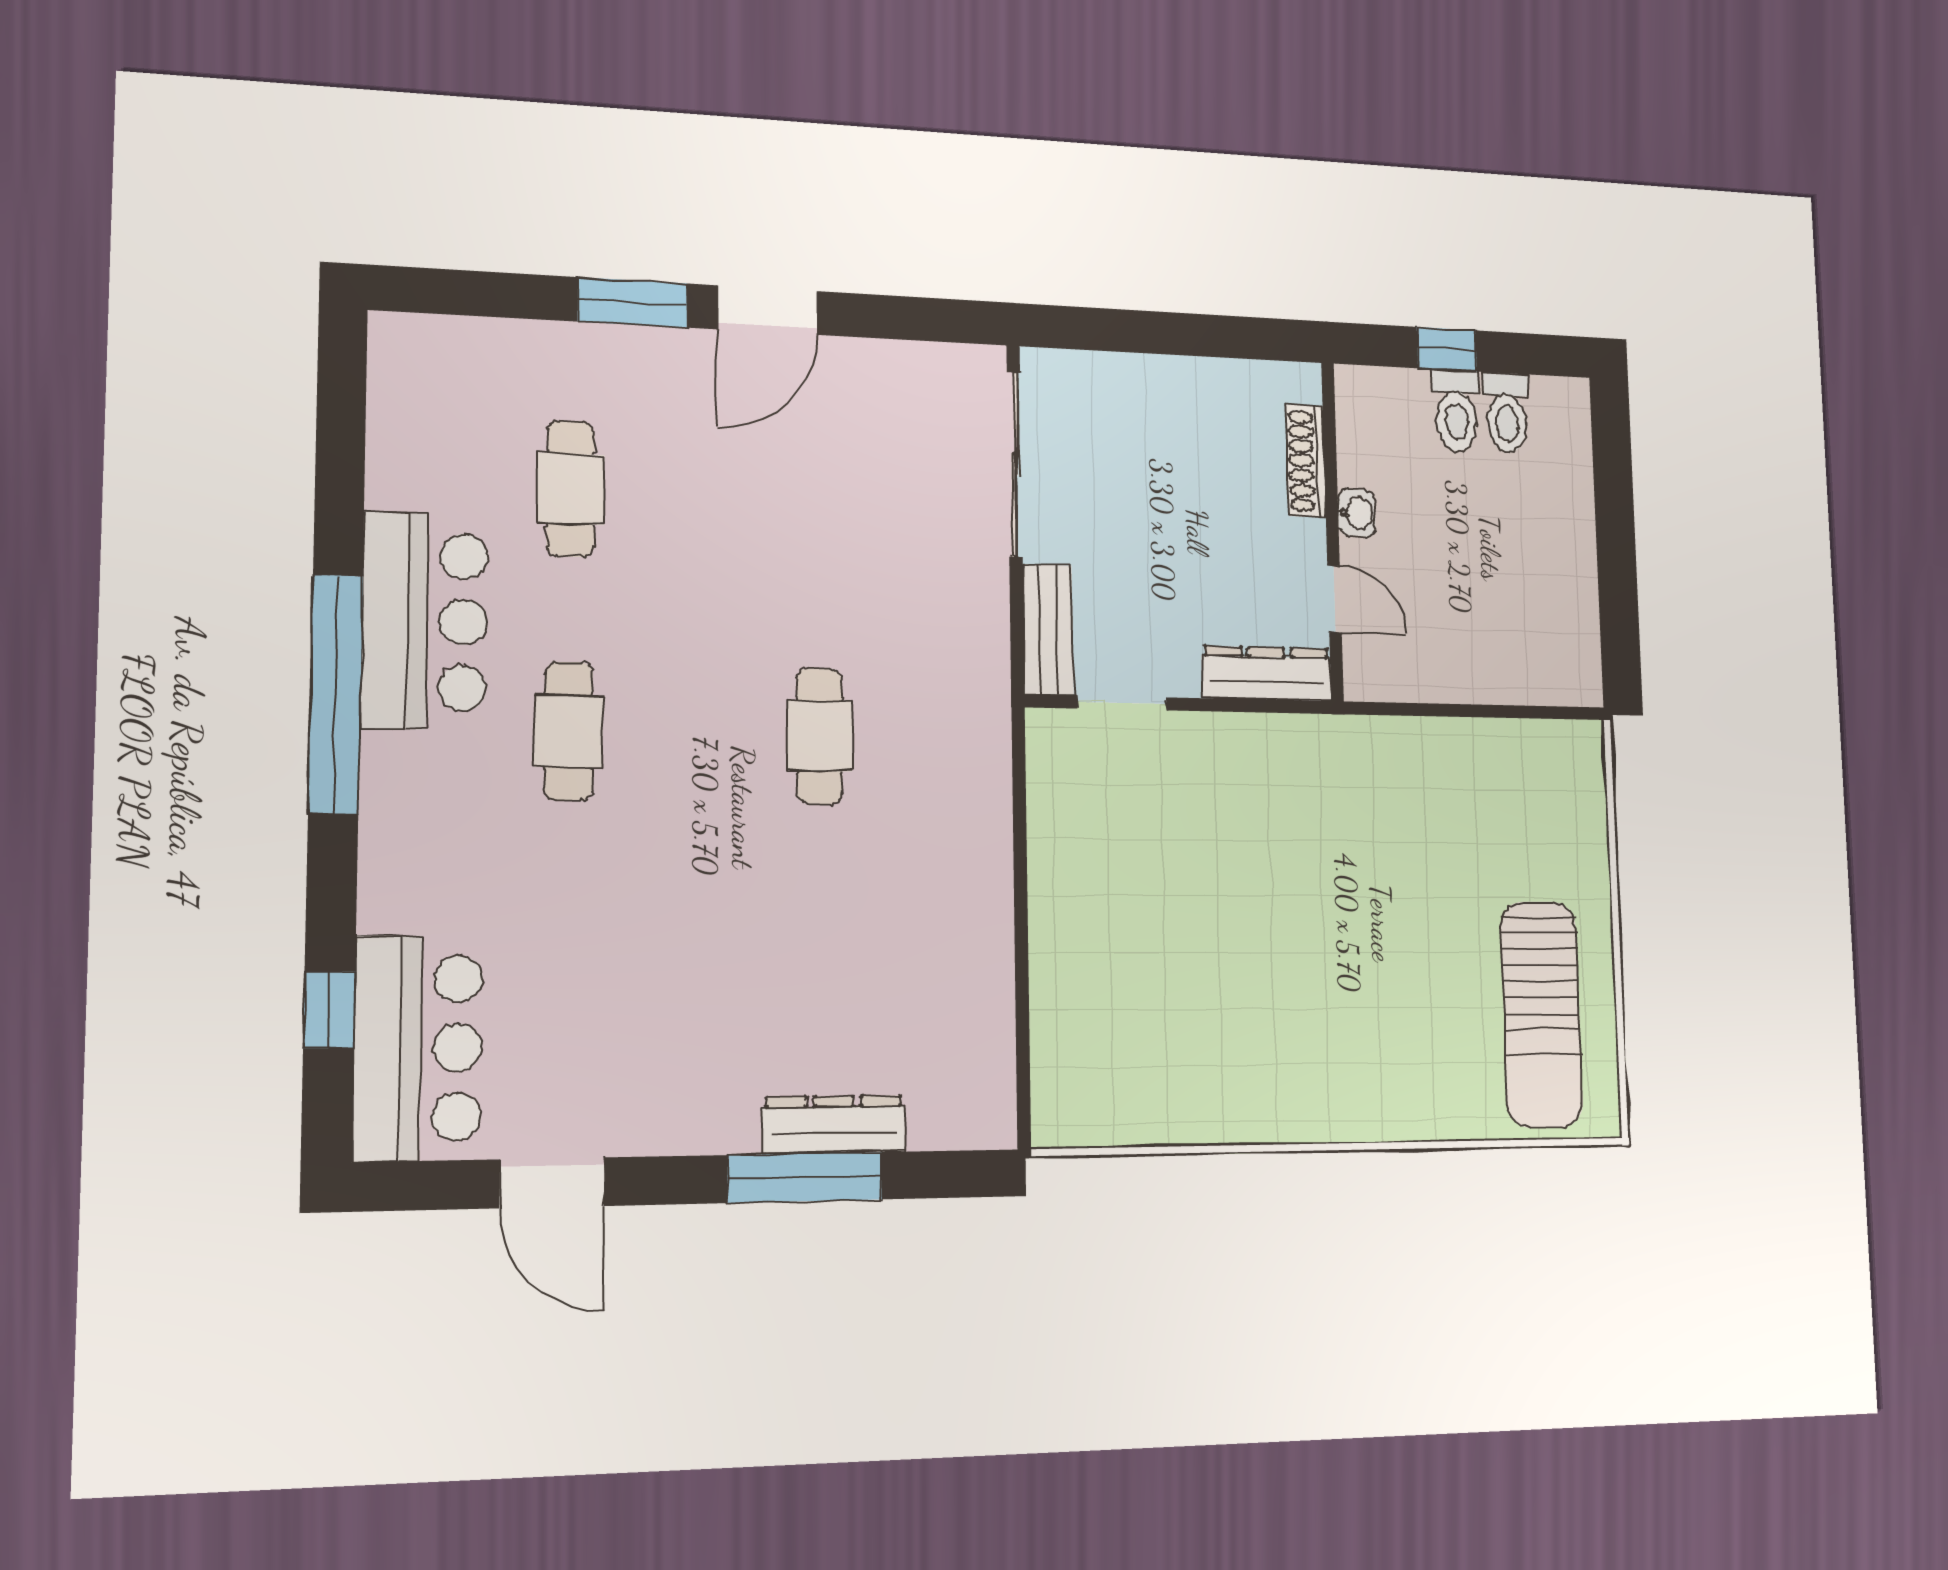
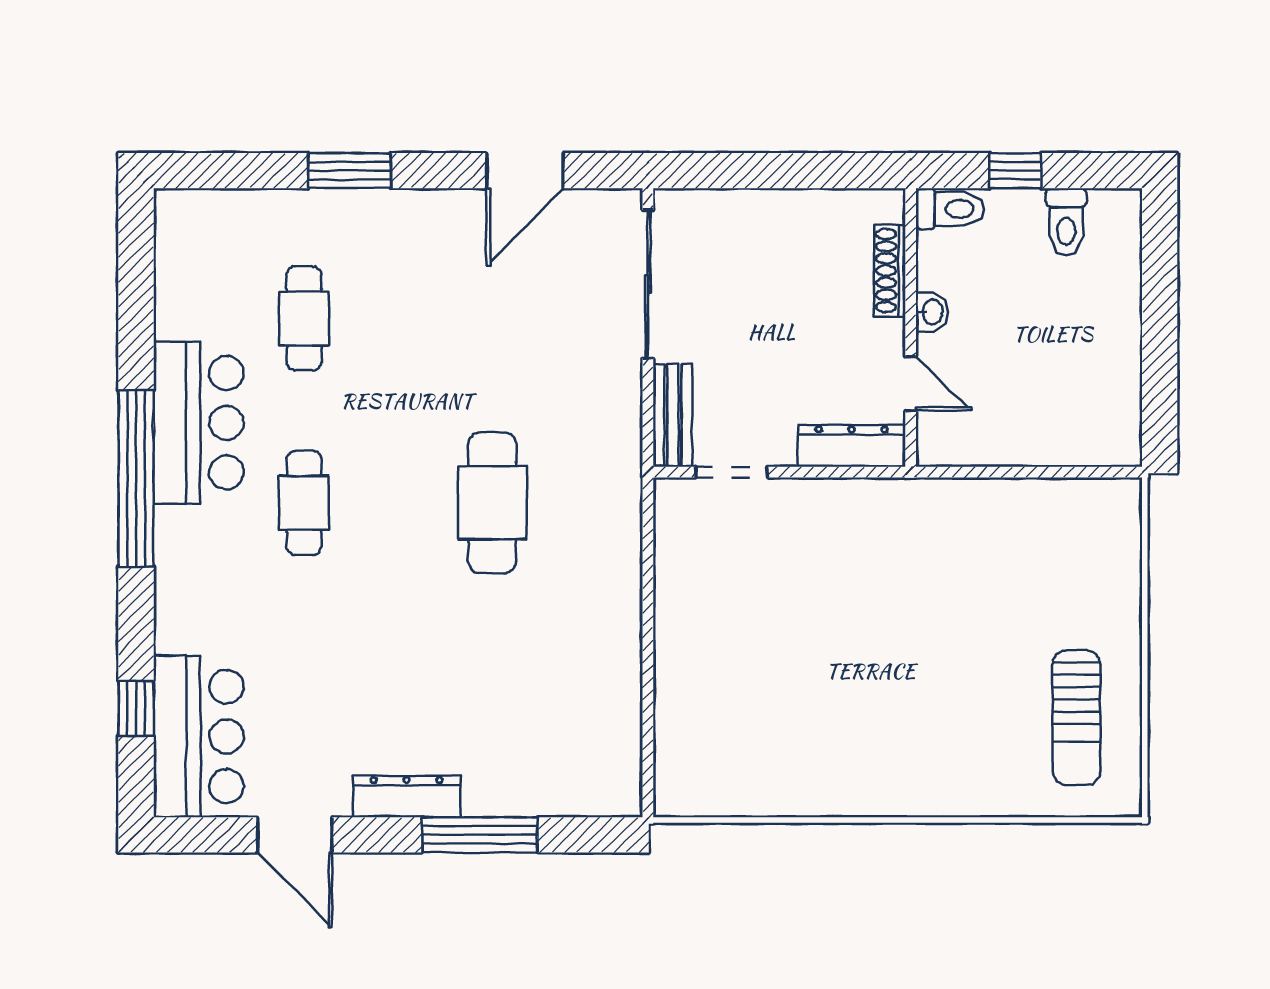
door: (767, 310) -> (525, 171), moved
toilet: (1456, 411) -> (950, 209), moved, turned -90
cafe table: (819, 736) -> (492, 503), width x1.37, depth x1.35
sun lounger: (1542, 1014) -> (1077, 718), width x0.73, depth x0.75
dresser: (834, 1125) -> (407, 796), moved

